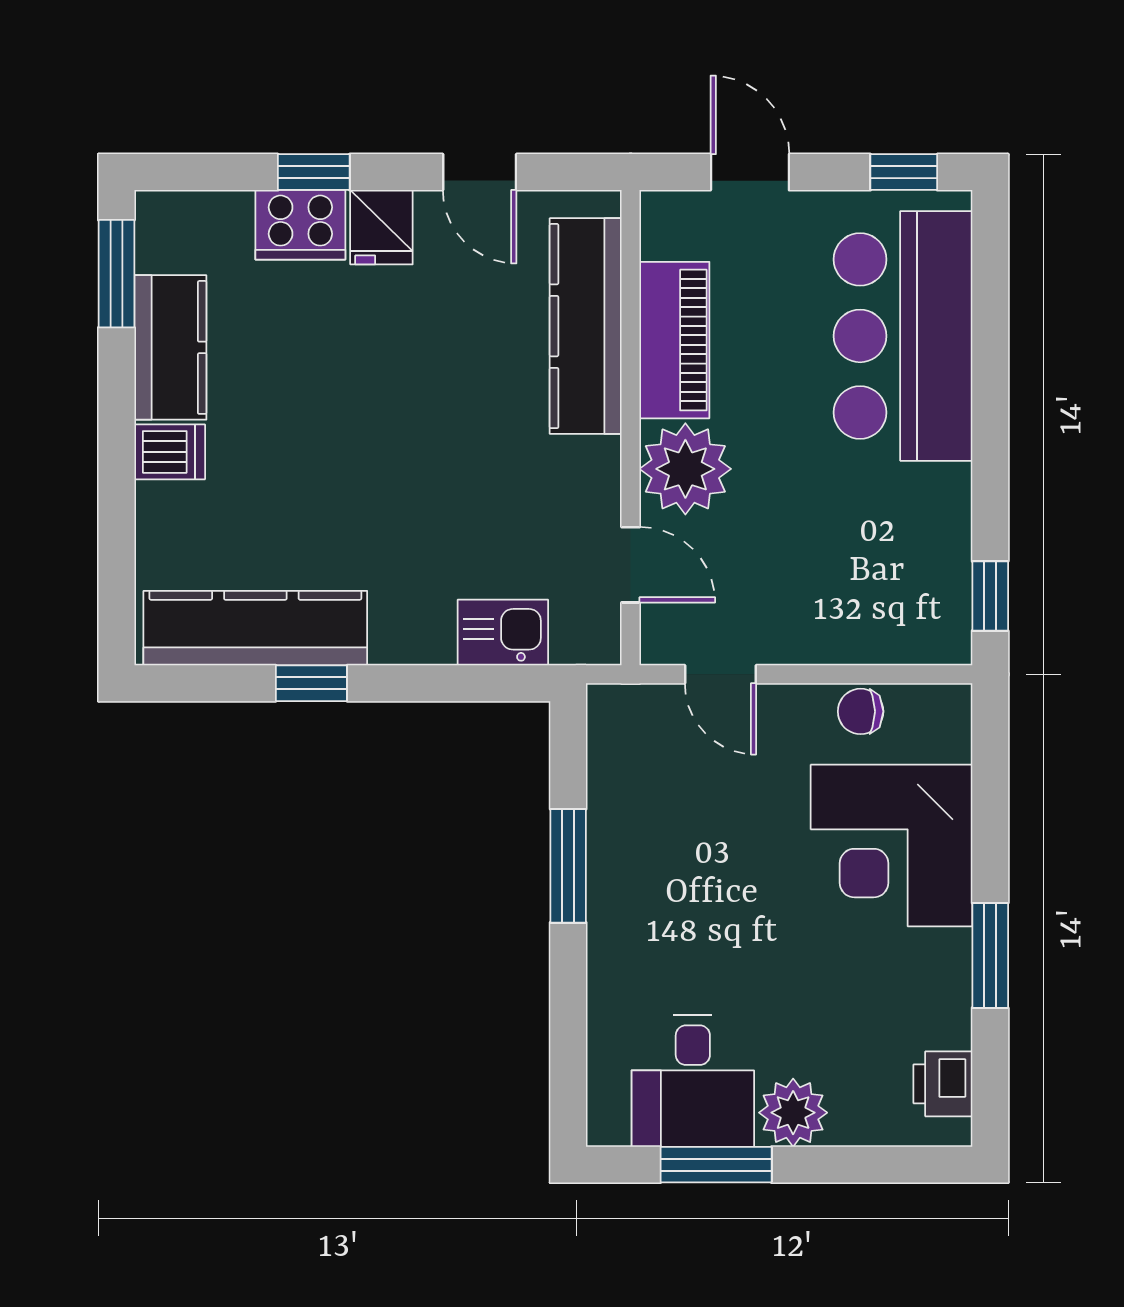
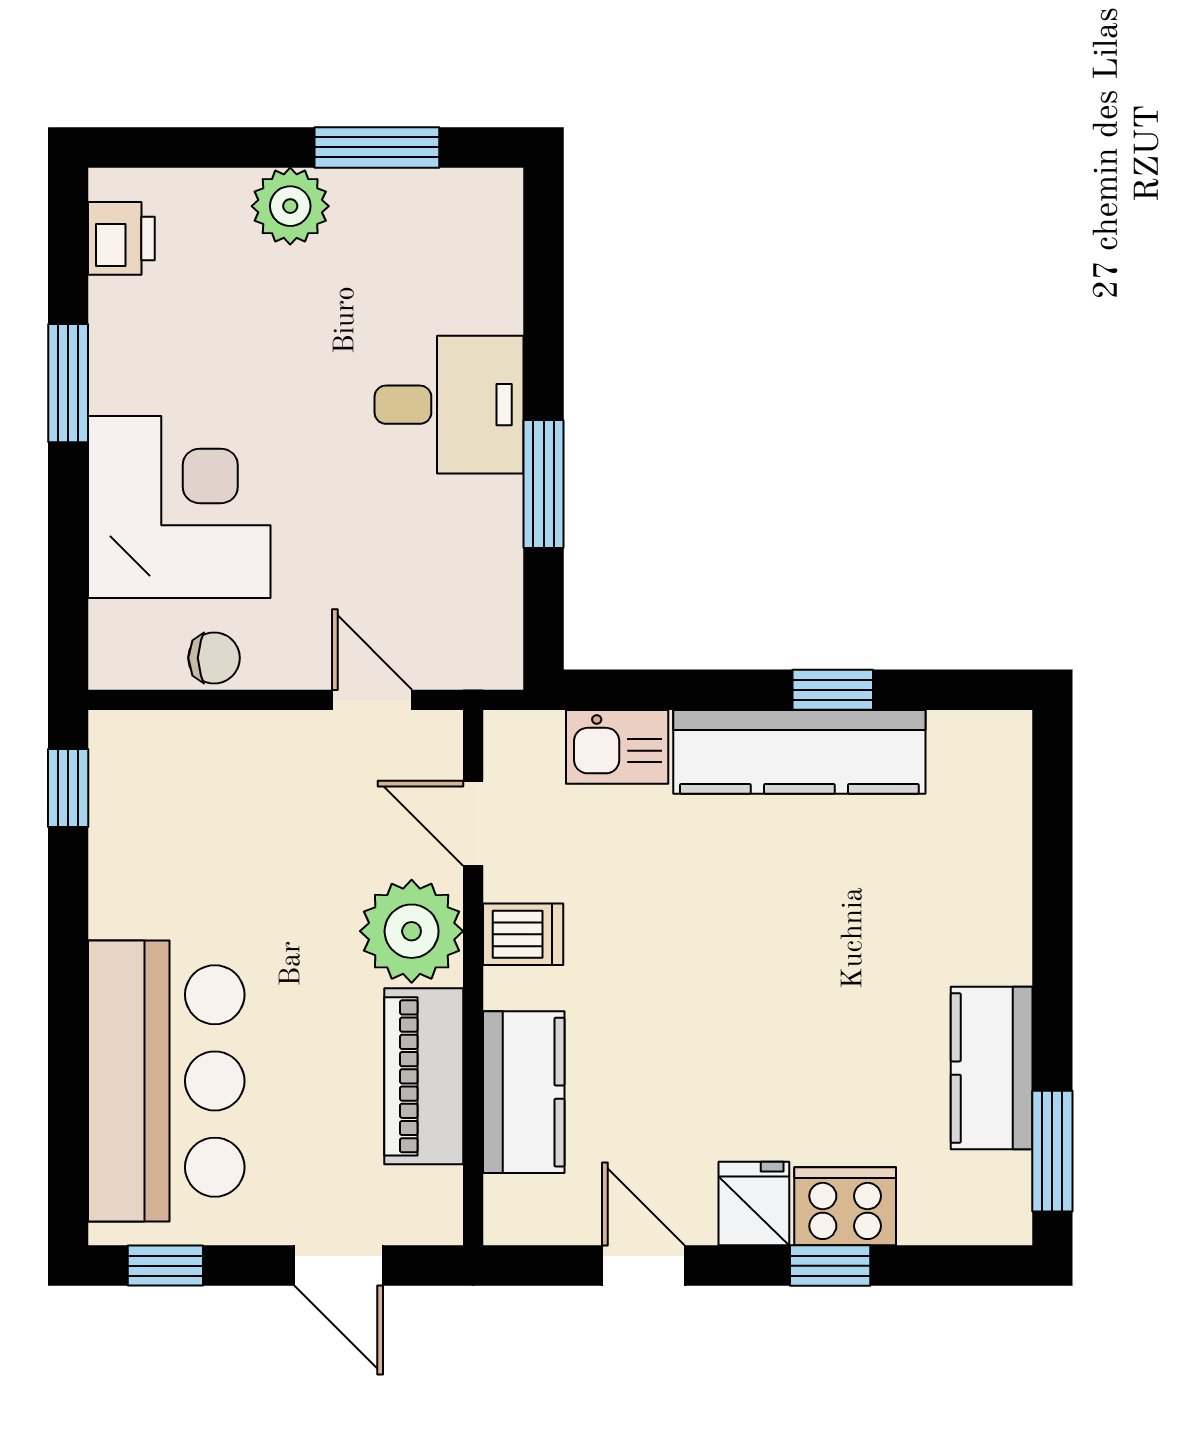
kitchen counter: (586, 326) -> (524, 1092), width x0.67
dishwasher: (170, 452) -> (523, 934), moved, turned 180
kitchen counter: (255, 628) -> (799, 752), moved
desk: (693, 1081) -> (449, 405), moved, turned 90

